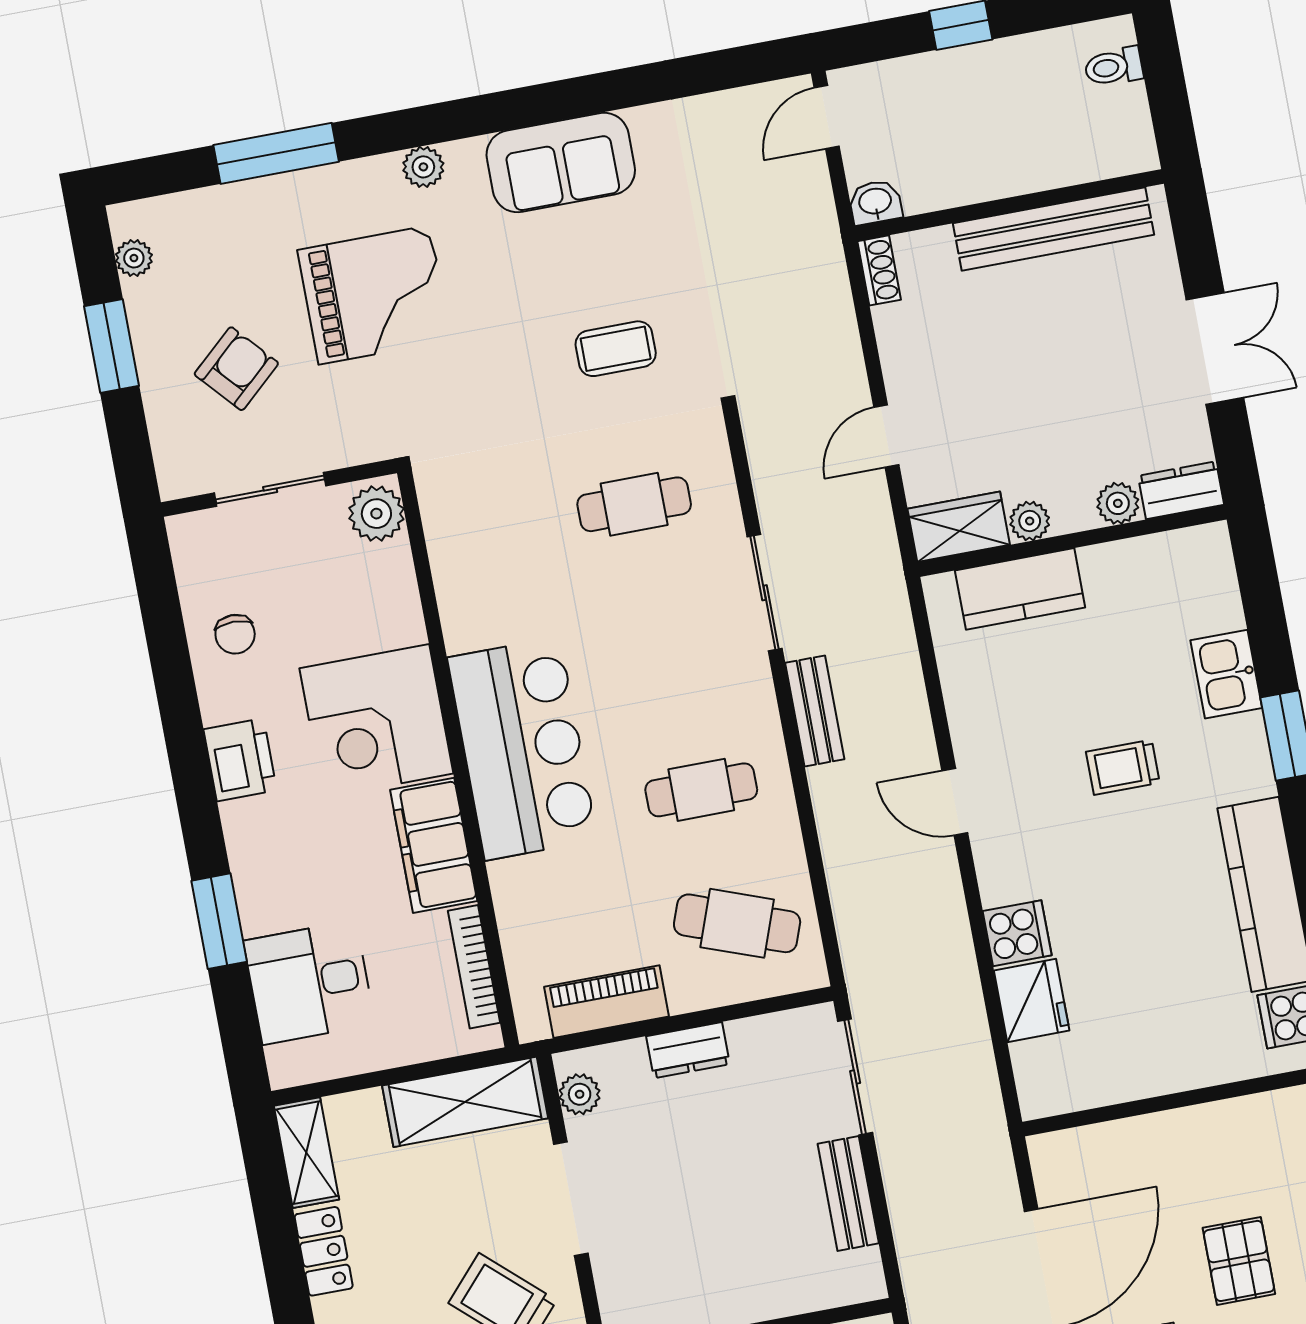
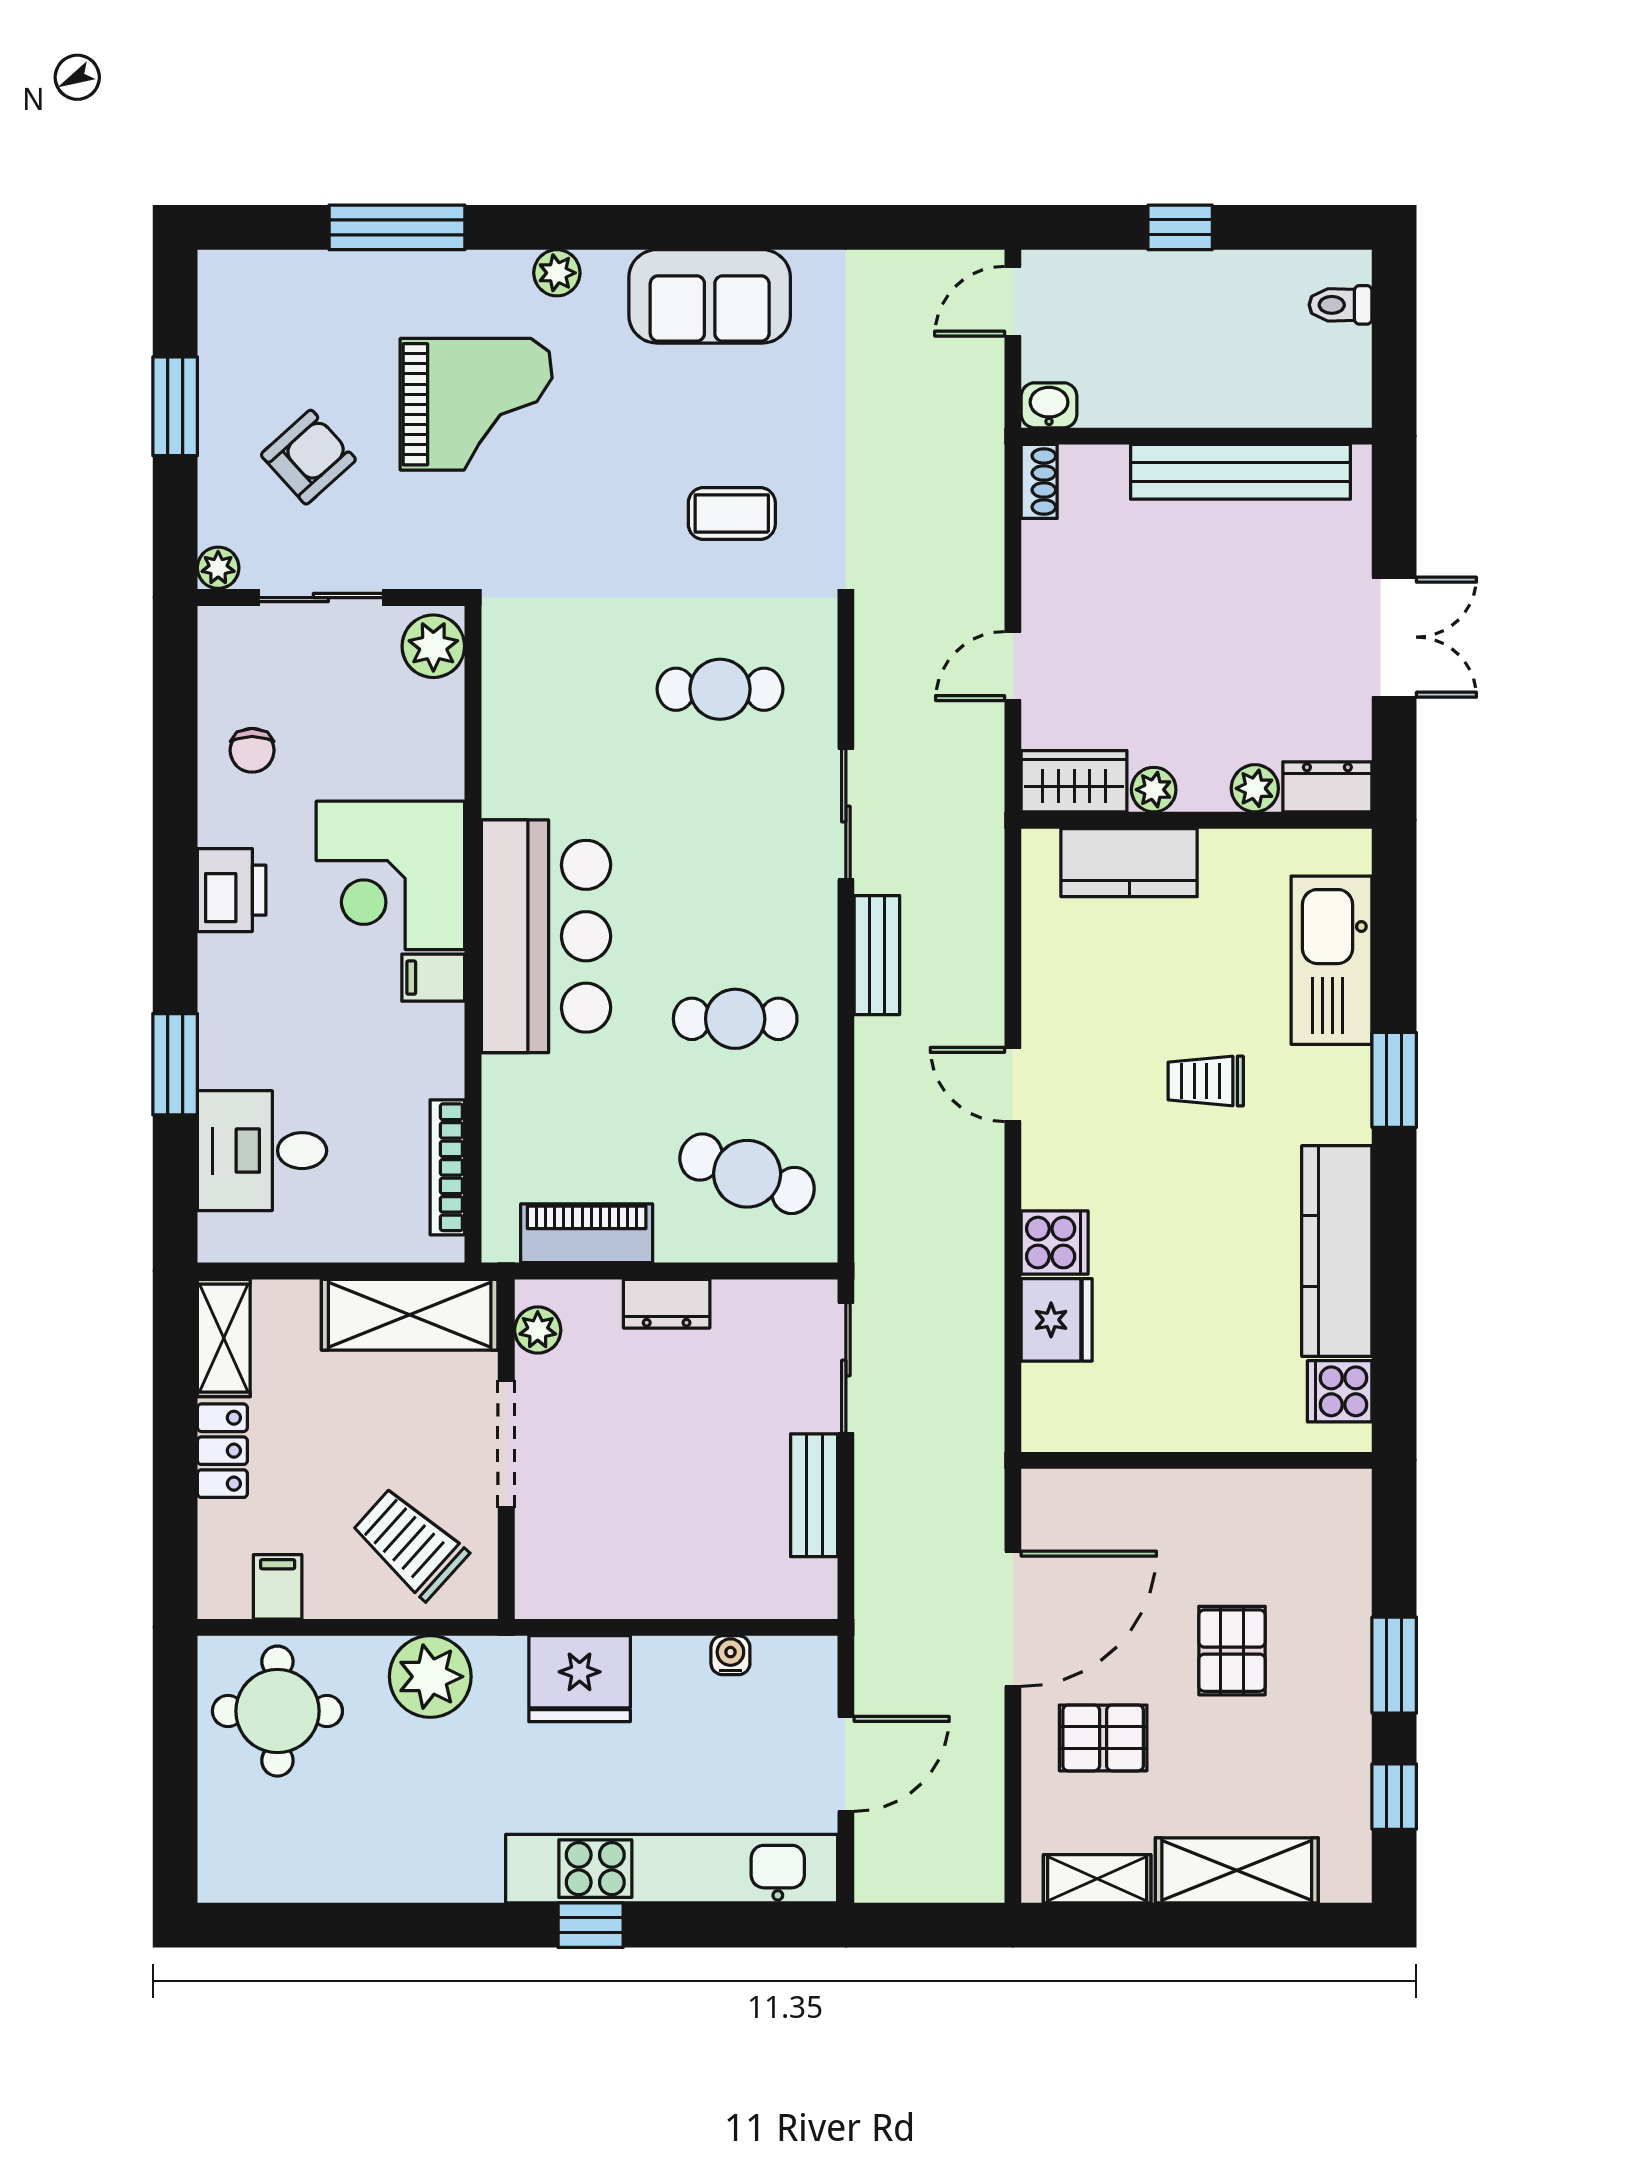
plant: (134, 258) -> (218, 568), moved
kitchen sink: (1226, 674) -> (1332, 960), width x1.87, depth x1.24
filing cabinet: (434, 845) -> (433, 978), width x0.33, depth x0.86

